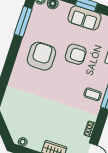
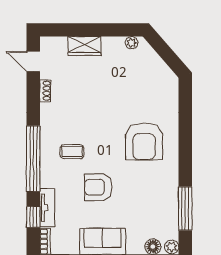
armchair: (41, 56) -> (144, 141), moved
coffee table: (93, 94) -> (72, 152), moved

